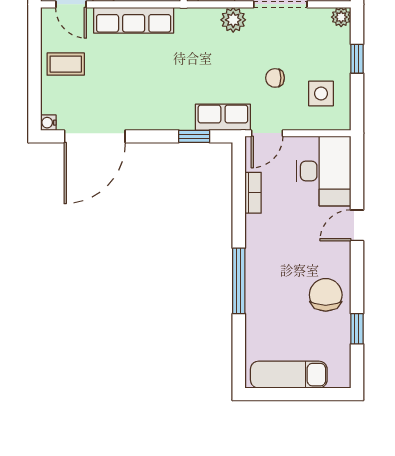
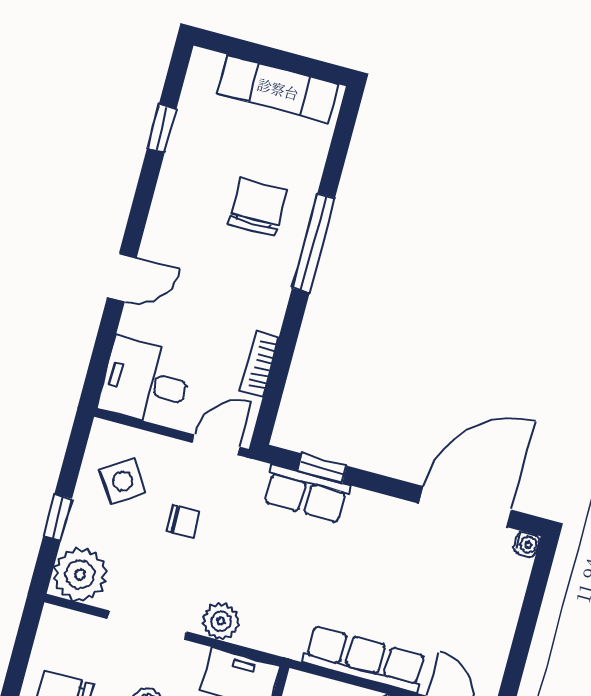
plant: (341, 17) -> (80, 574), width x1.87, depth x1.87
coffee table: (66, 64) -> (479, 622), removed
side table: (321, 94) -> (123, 481), turned -34
row of seats: (223, 117) -> (306, 494), moved
desk: (323, 171) -> (146, 382), width x0.73
chair: (326, 295) -> (258, 207), moved, turned 180

